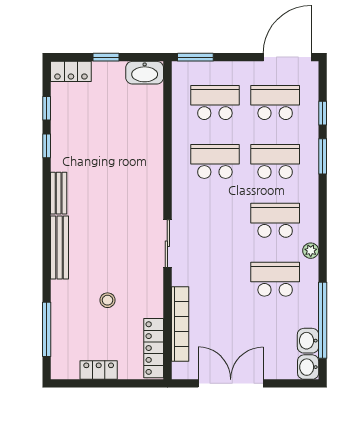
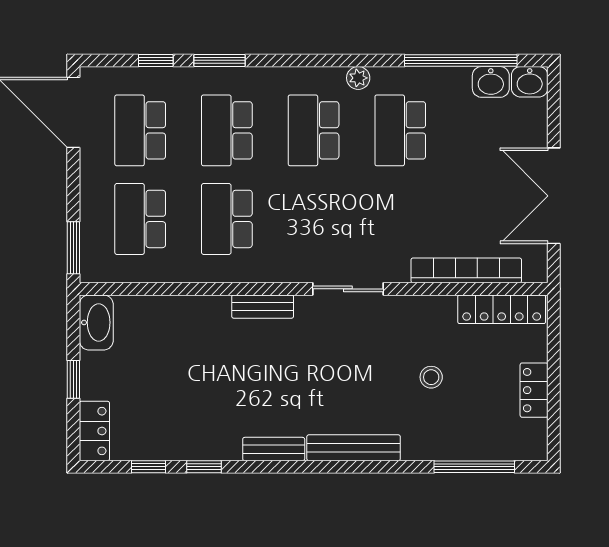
bench: (155, 186) -> (263, 307), added

